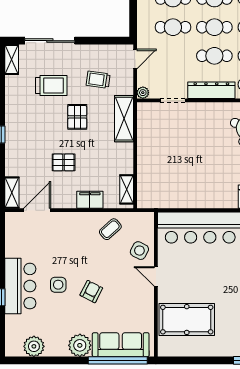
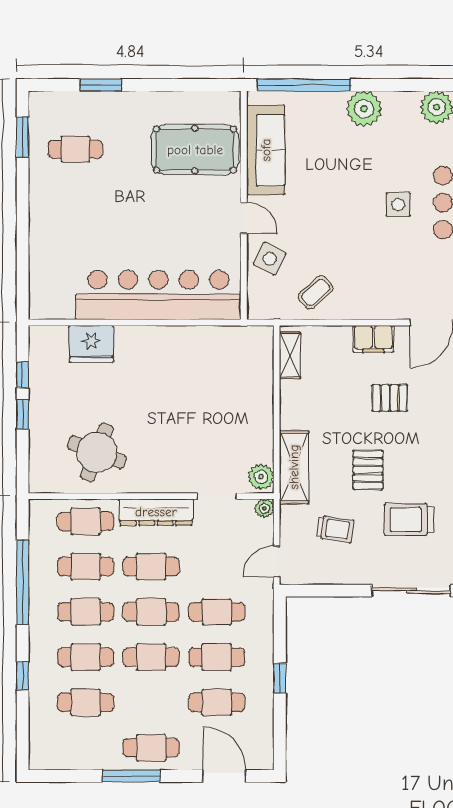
plant: (145, 113) -> (261, 477), added
filing cabinet: (90, 200) -> (373, 339), moved
armchair: (91, 292) -> (346, 194), removed
sofa: (121, 345) -> (266, 150), moved, turned -90

